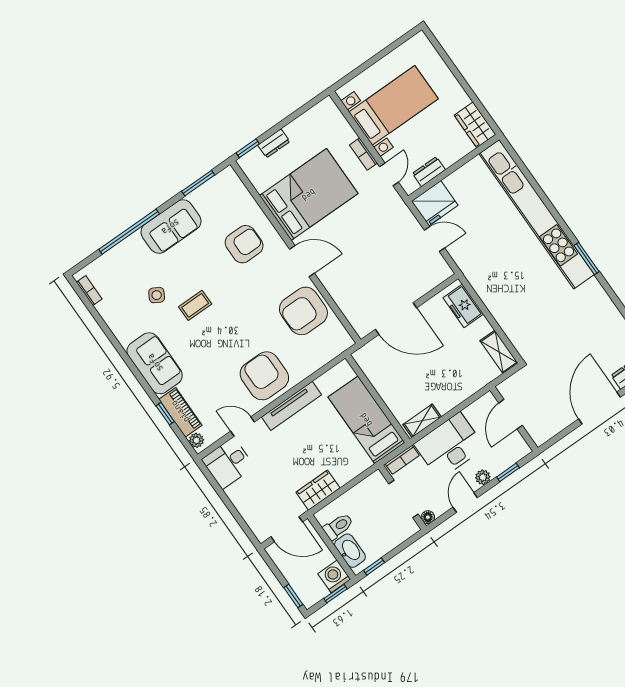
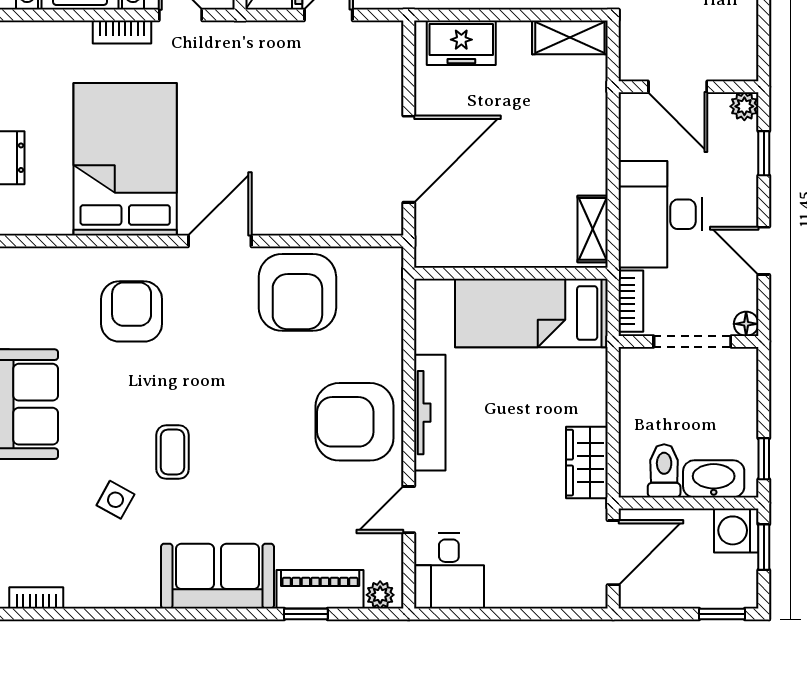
plant: (483, 477) -> (744, 106), moved

